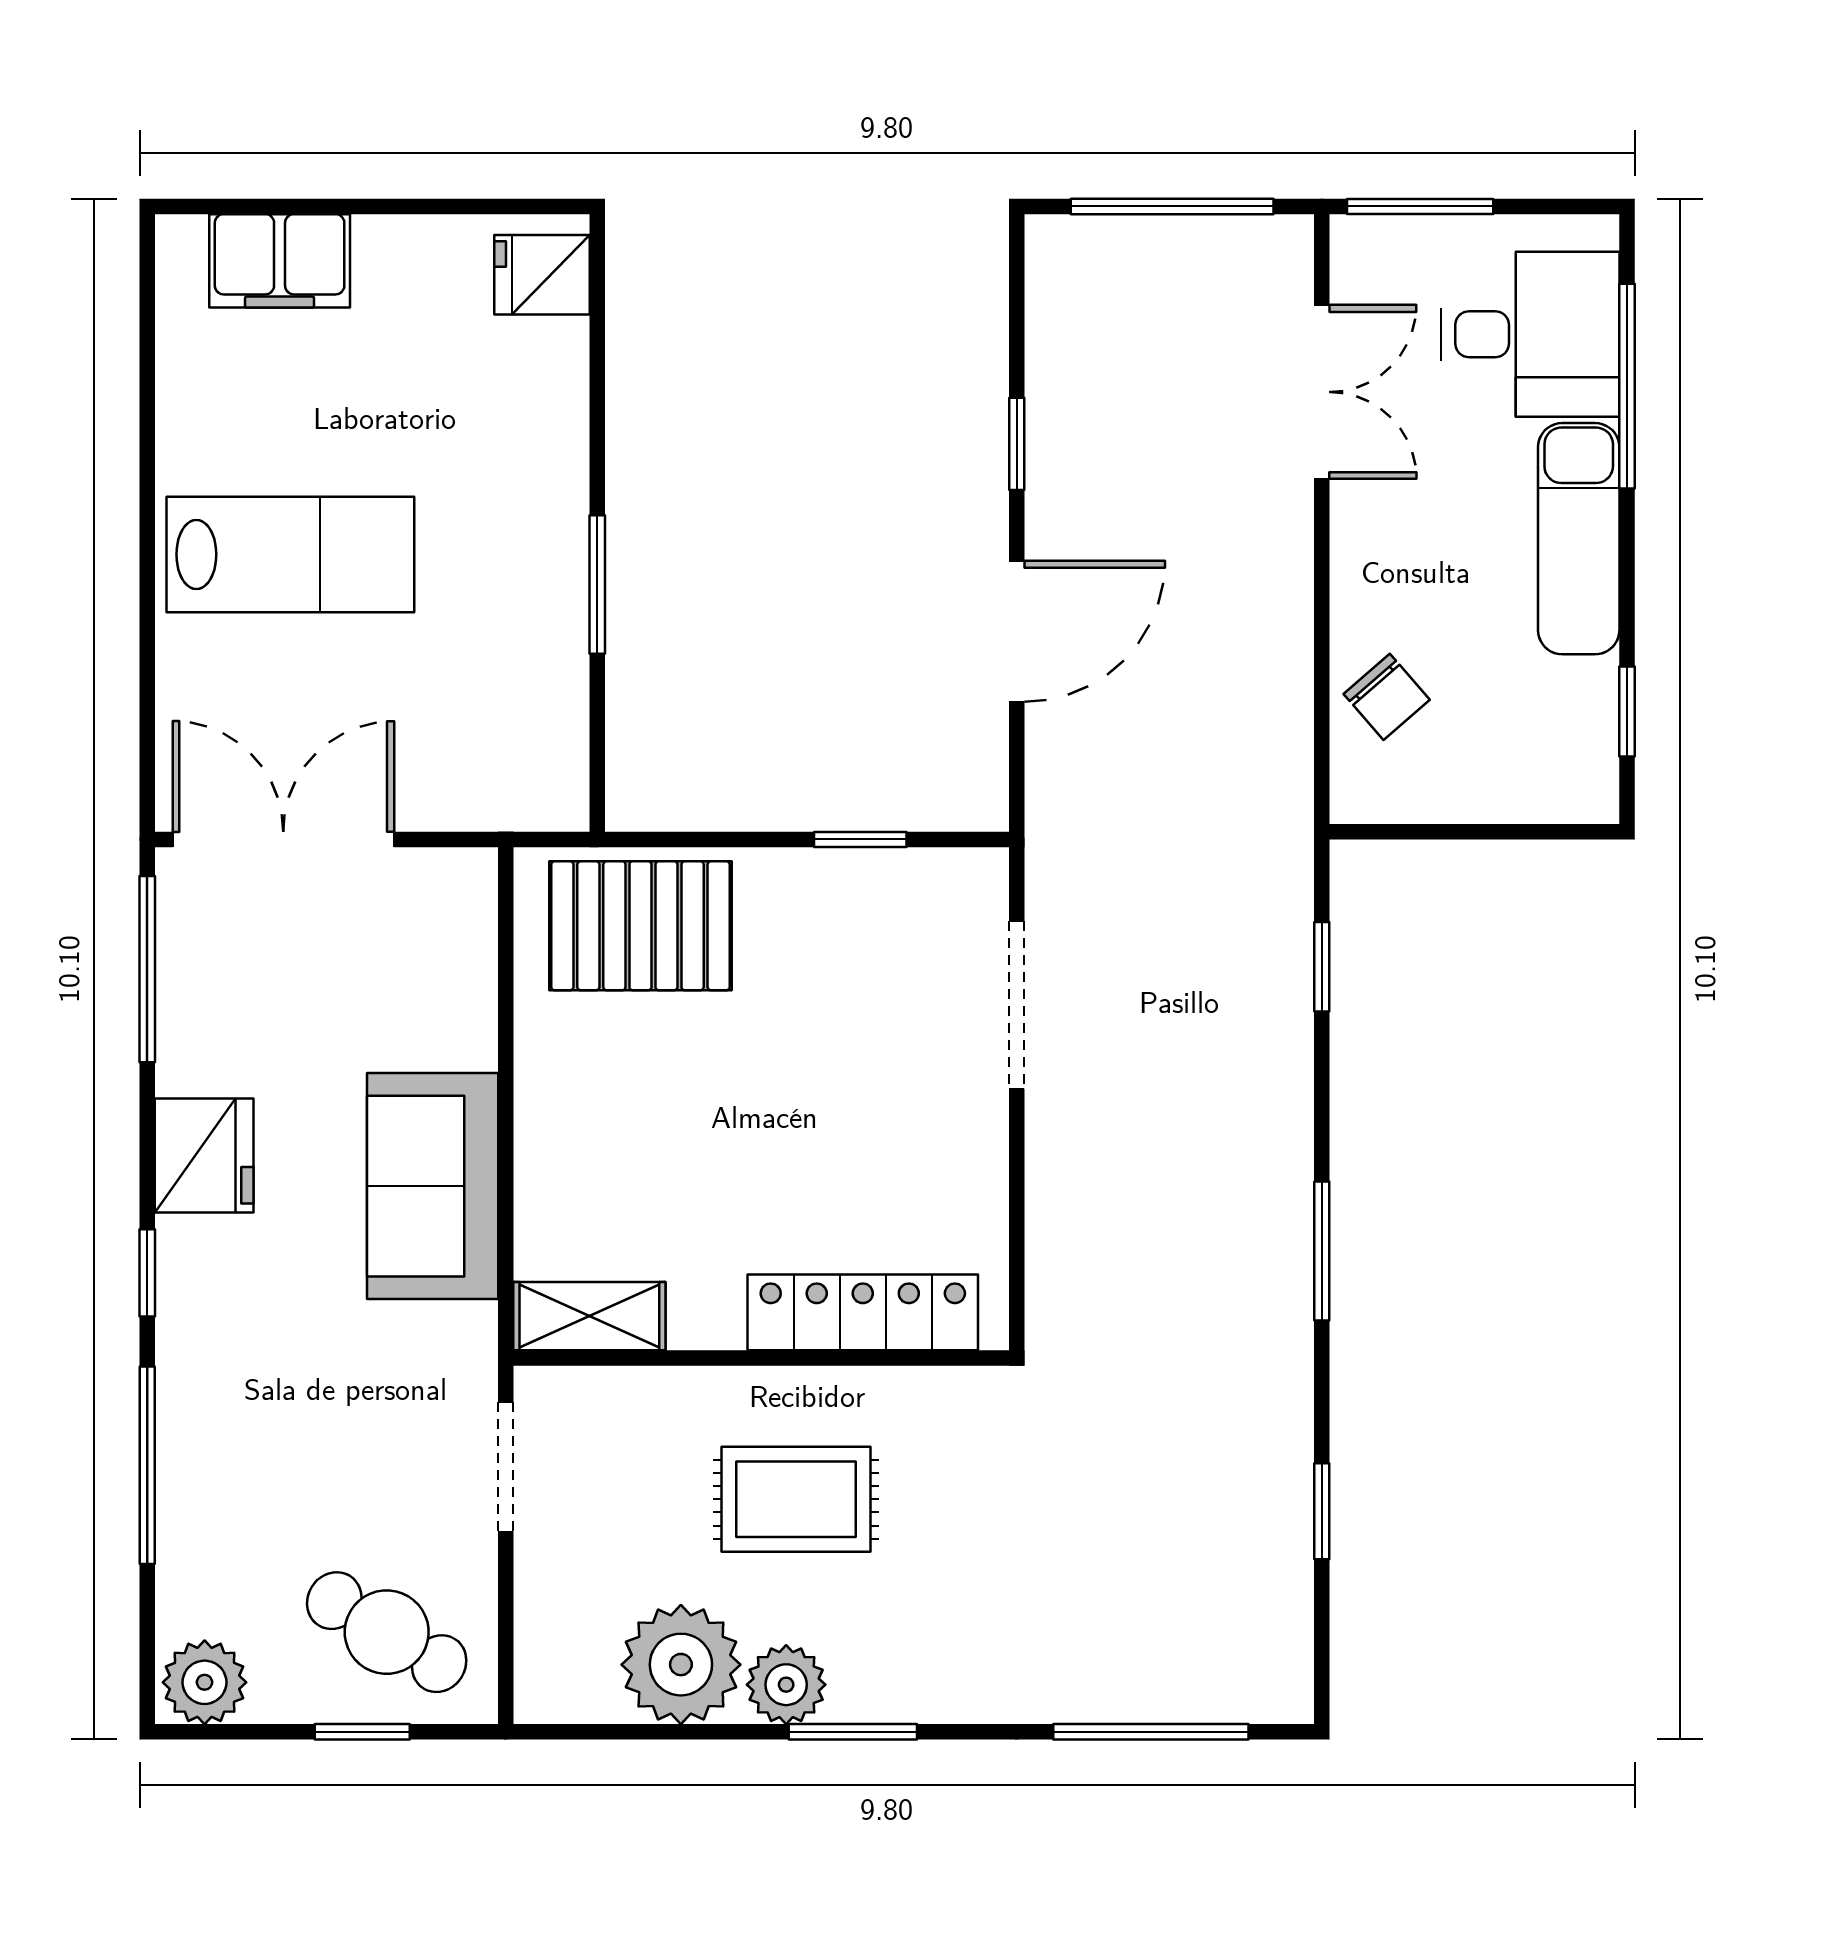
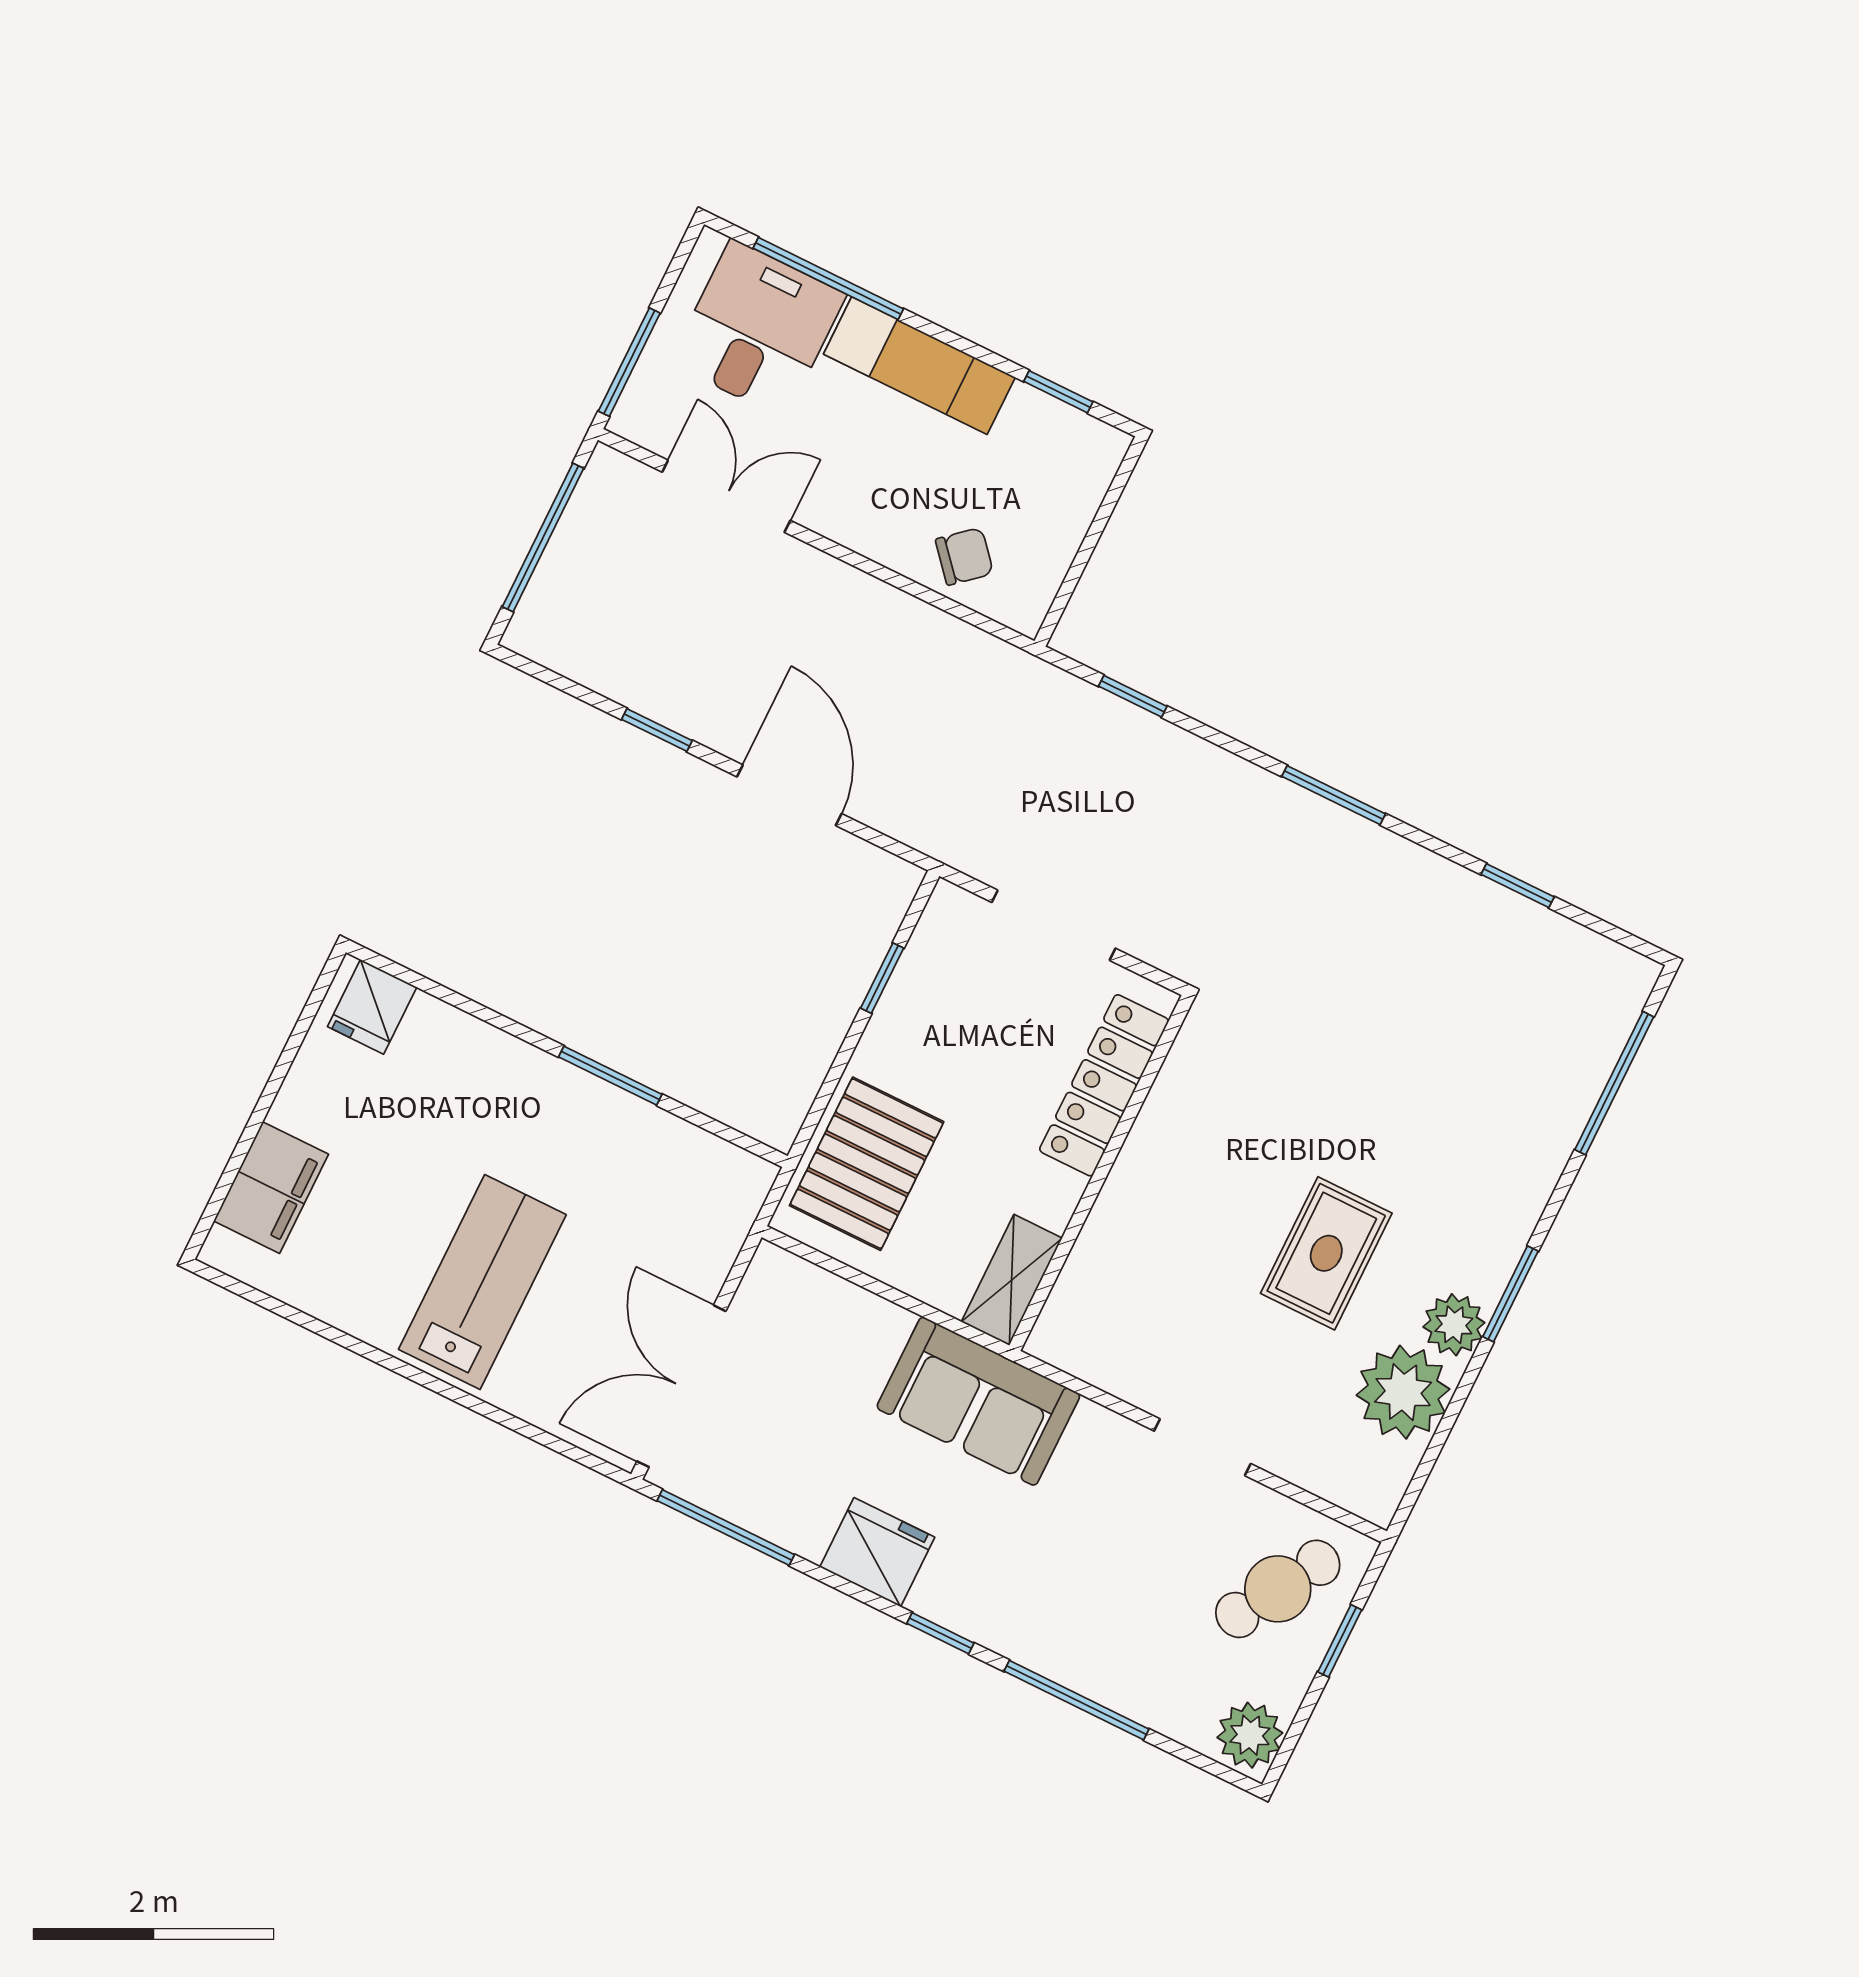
locker: (863, 1312) -> (1104, 1085), moved
shelving: (589, 1316) -> (1012, 1280), moved
wall: (761, 1358) -> (1101, 1173), moved

